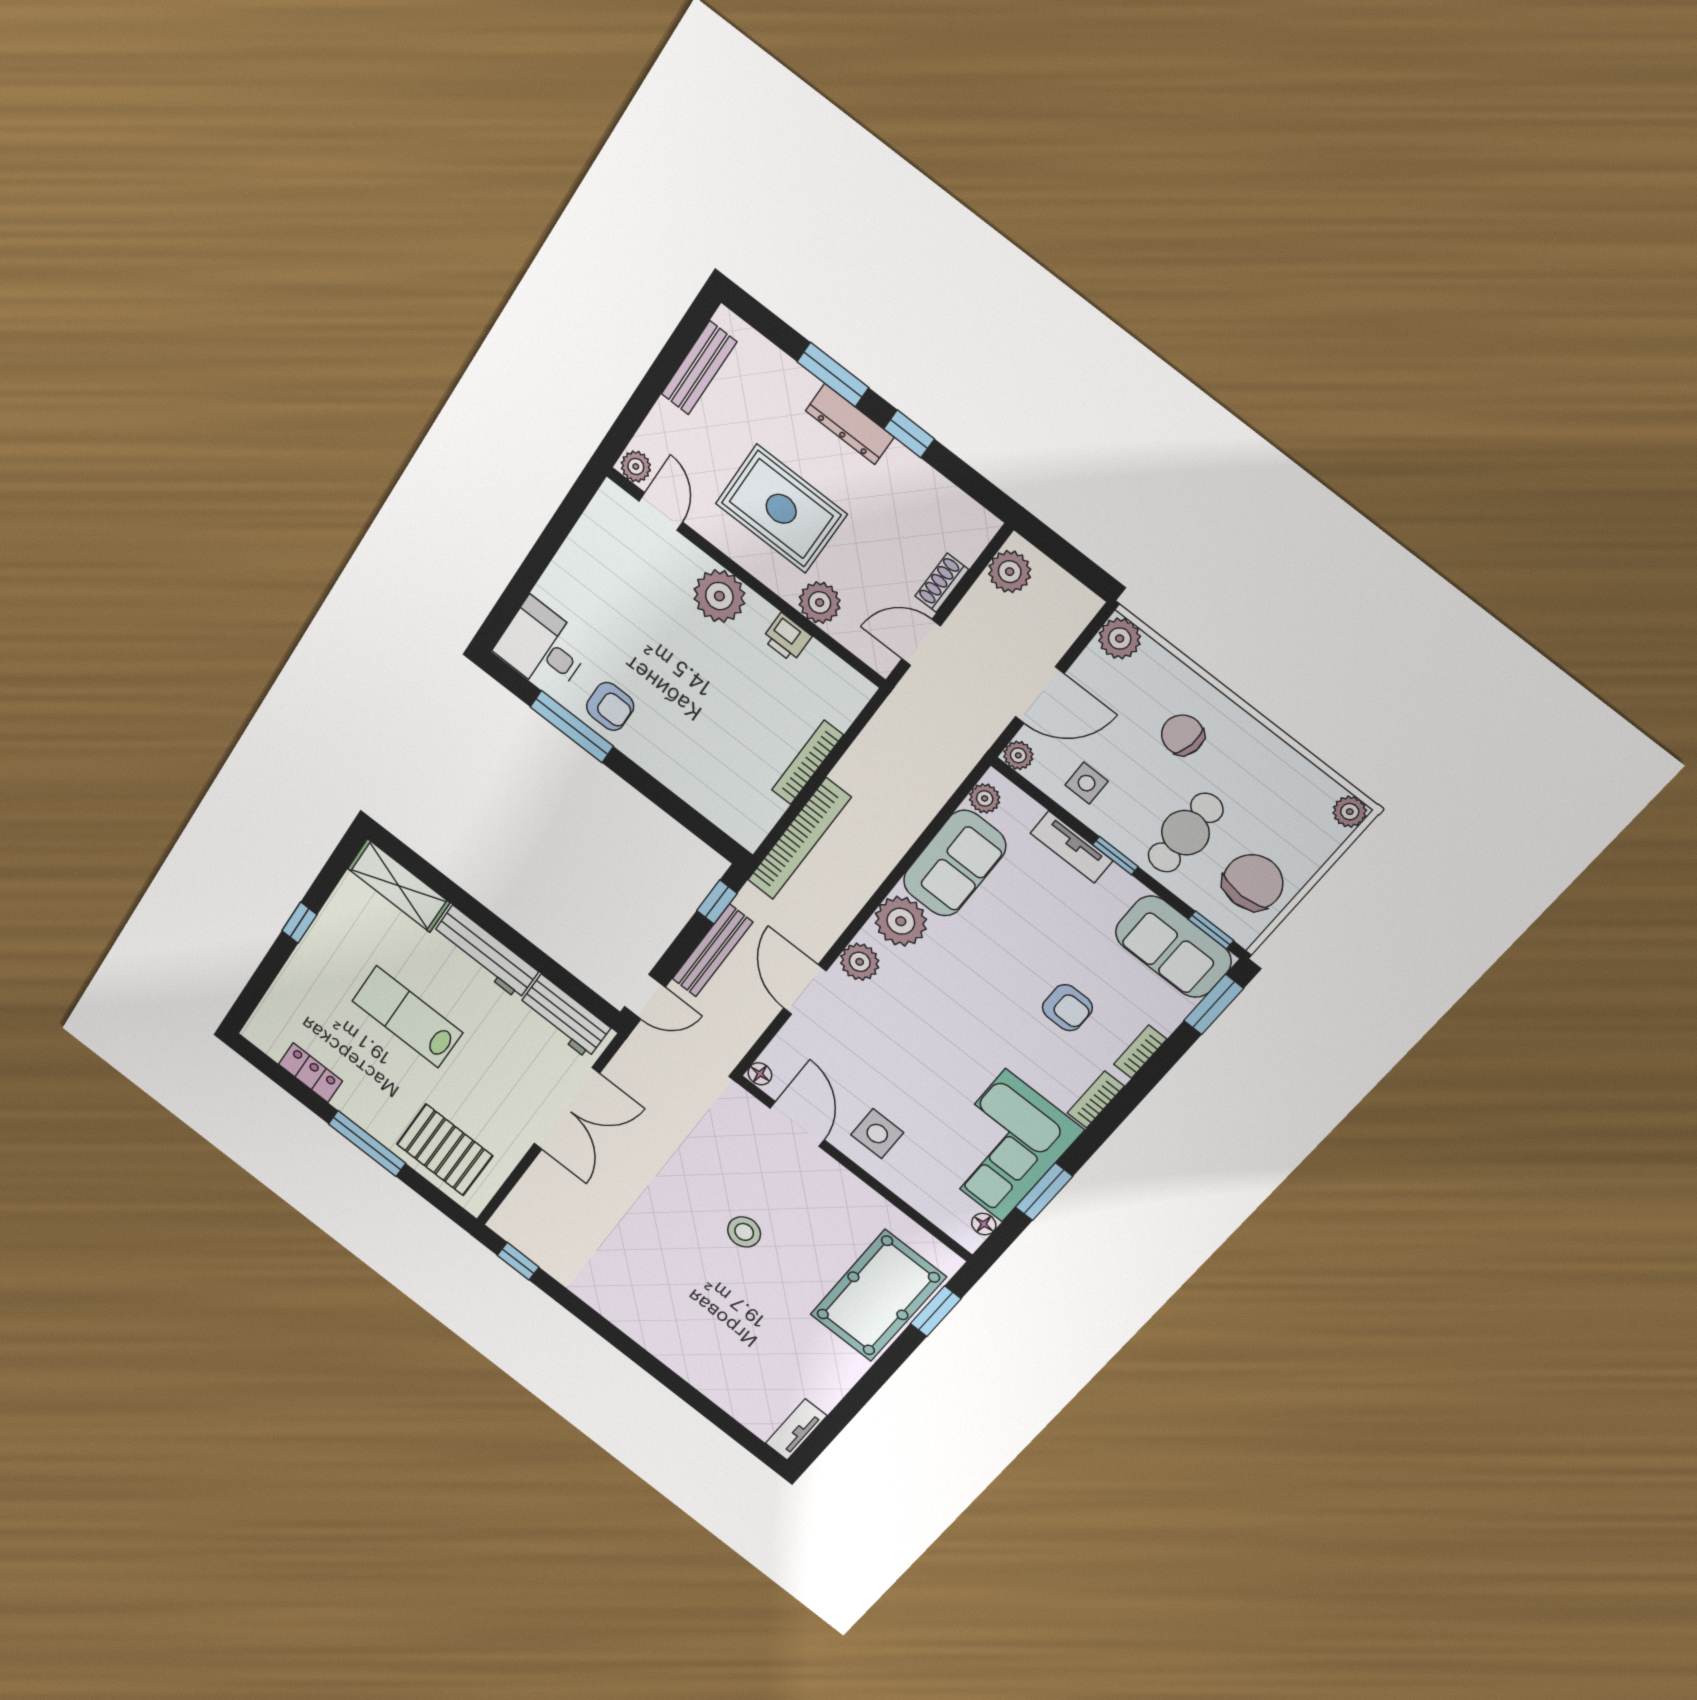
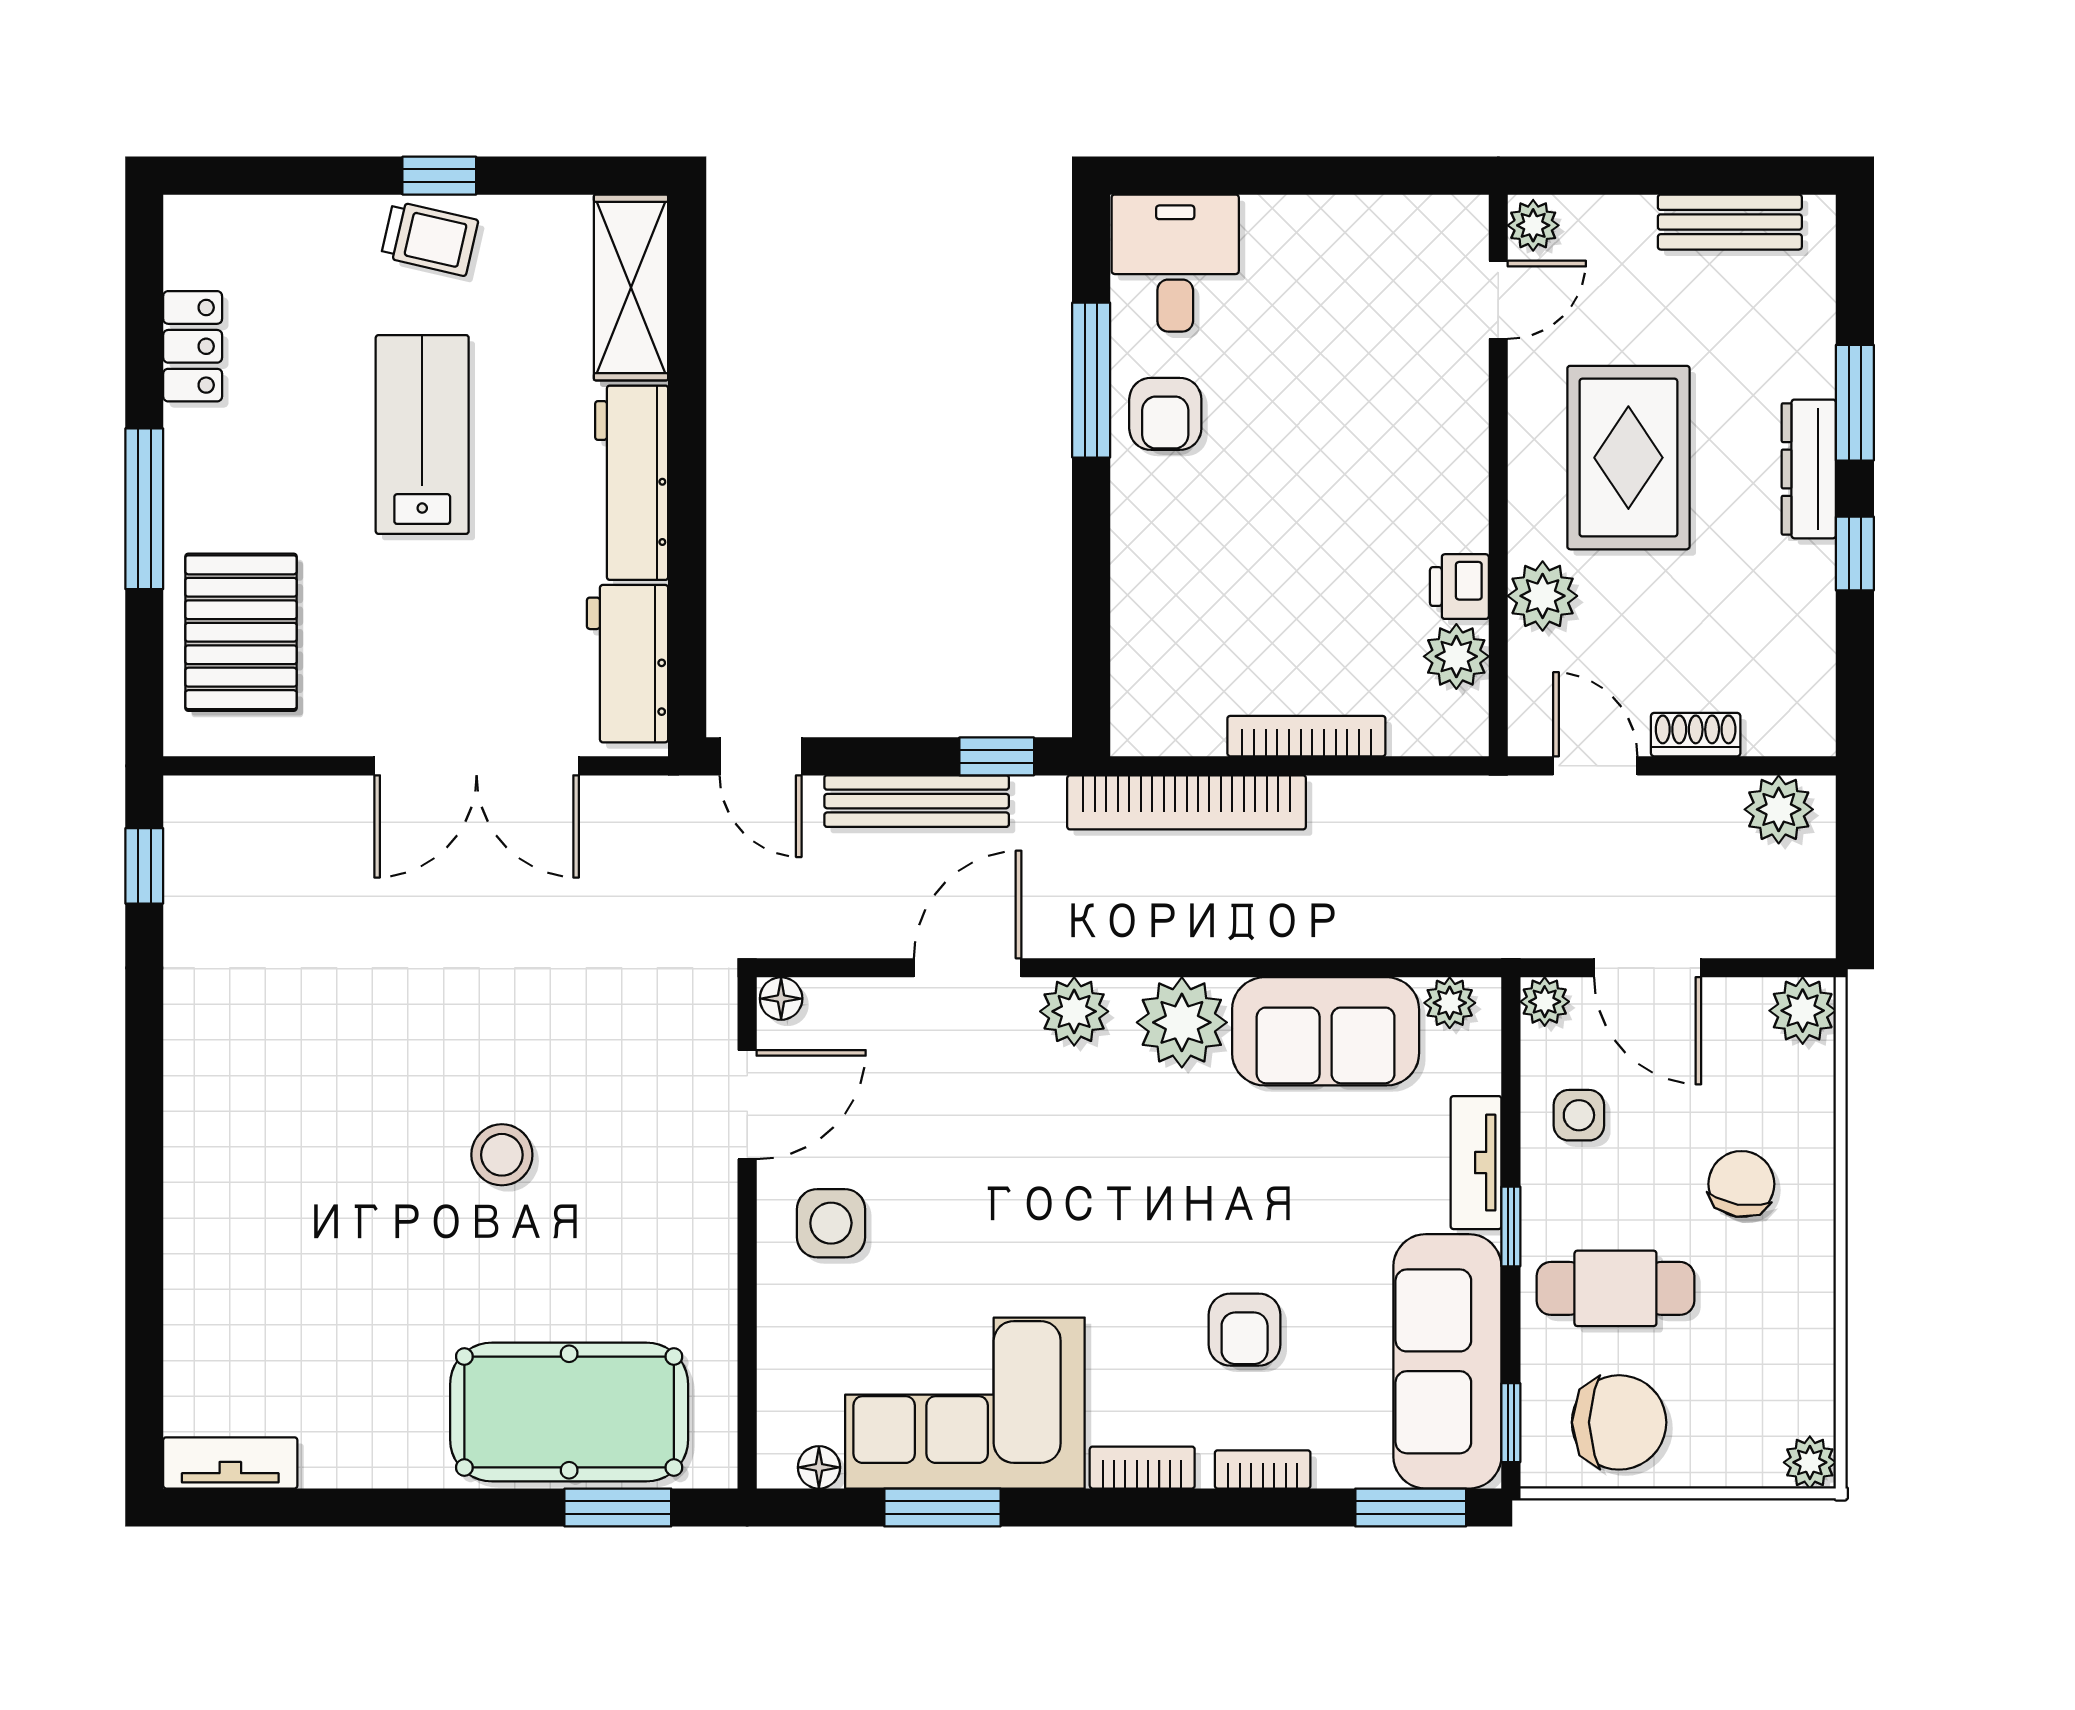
plant: (719, 596) -> (1456, 656), moved, width x0.73, depth x0.73
sofa: (1173, 947) -> (1447, 1361), width x1.36
trolley: (324, 948) -> (430, 238), added

